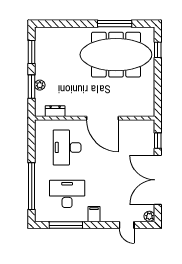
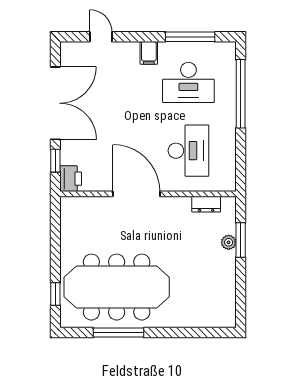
window: (32, 52) -> (241, 291), removed
printer: (147, 128) -> (71, 179), added
plant: (149, 216) -> (68, 50), removed

